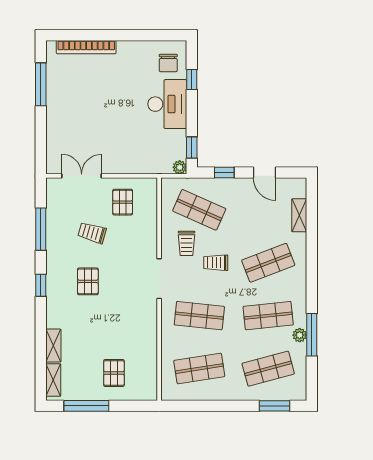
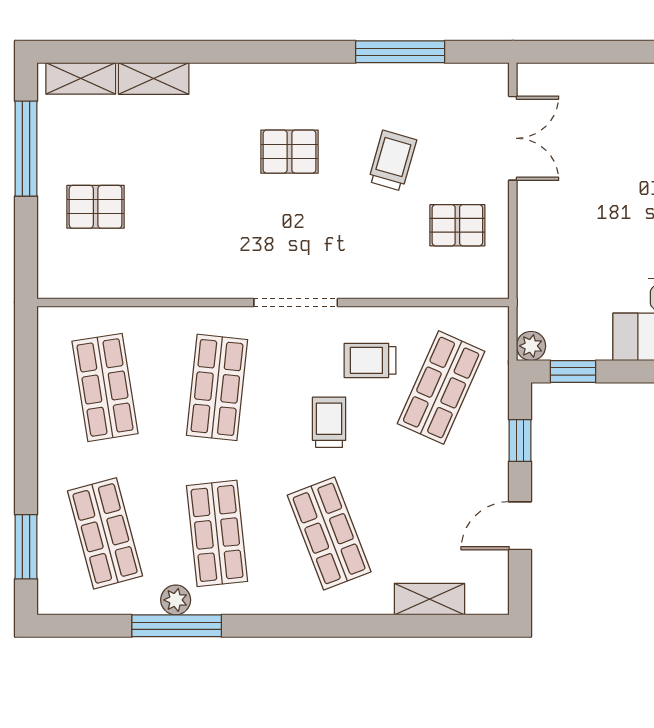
window: (41, 285) -> (281, 52), removed

